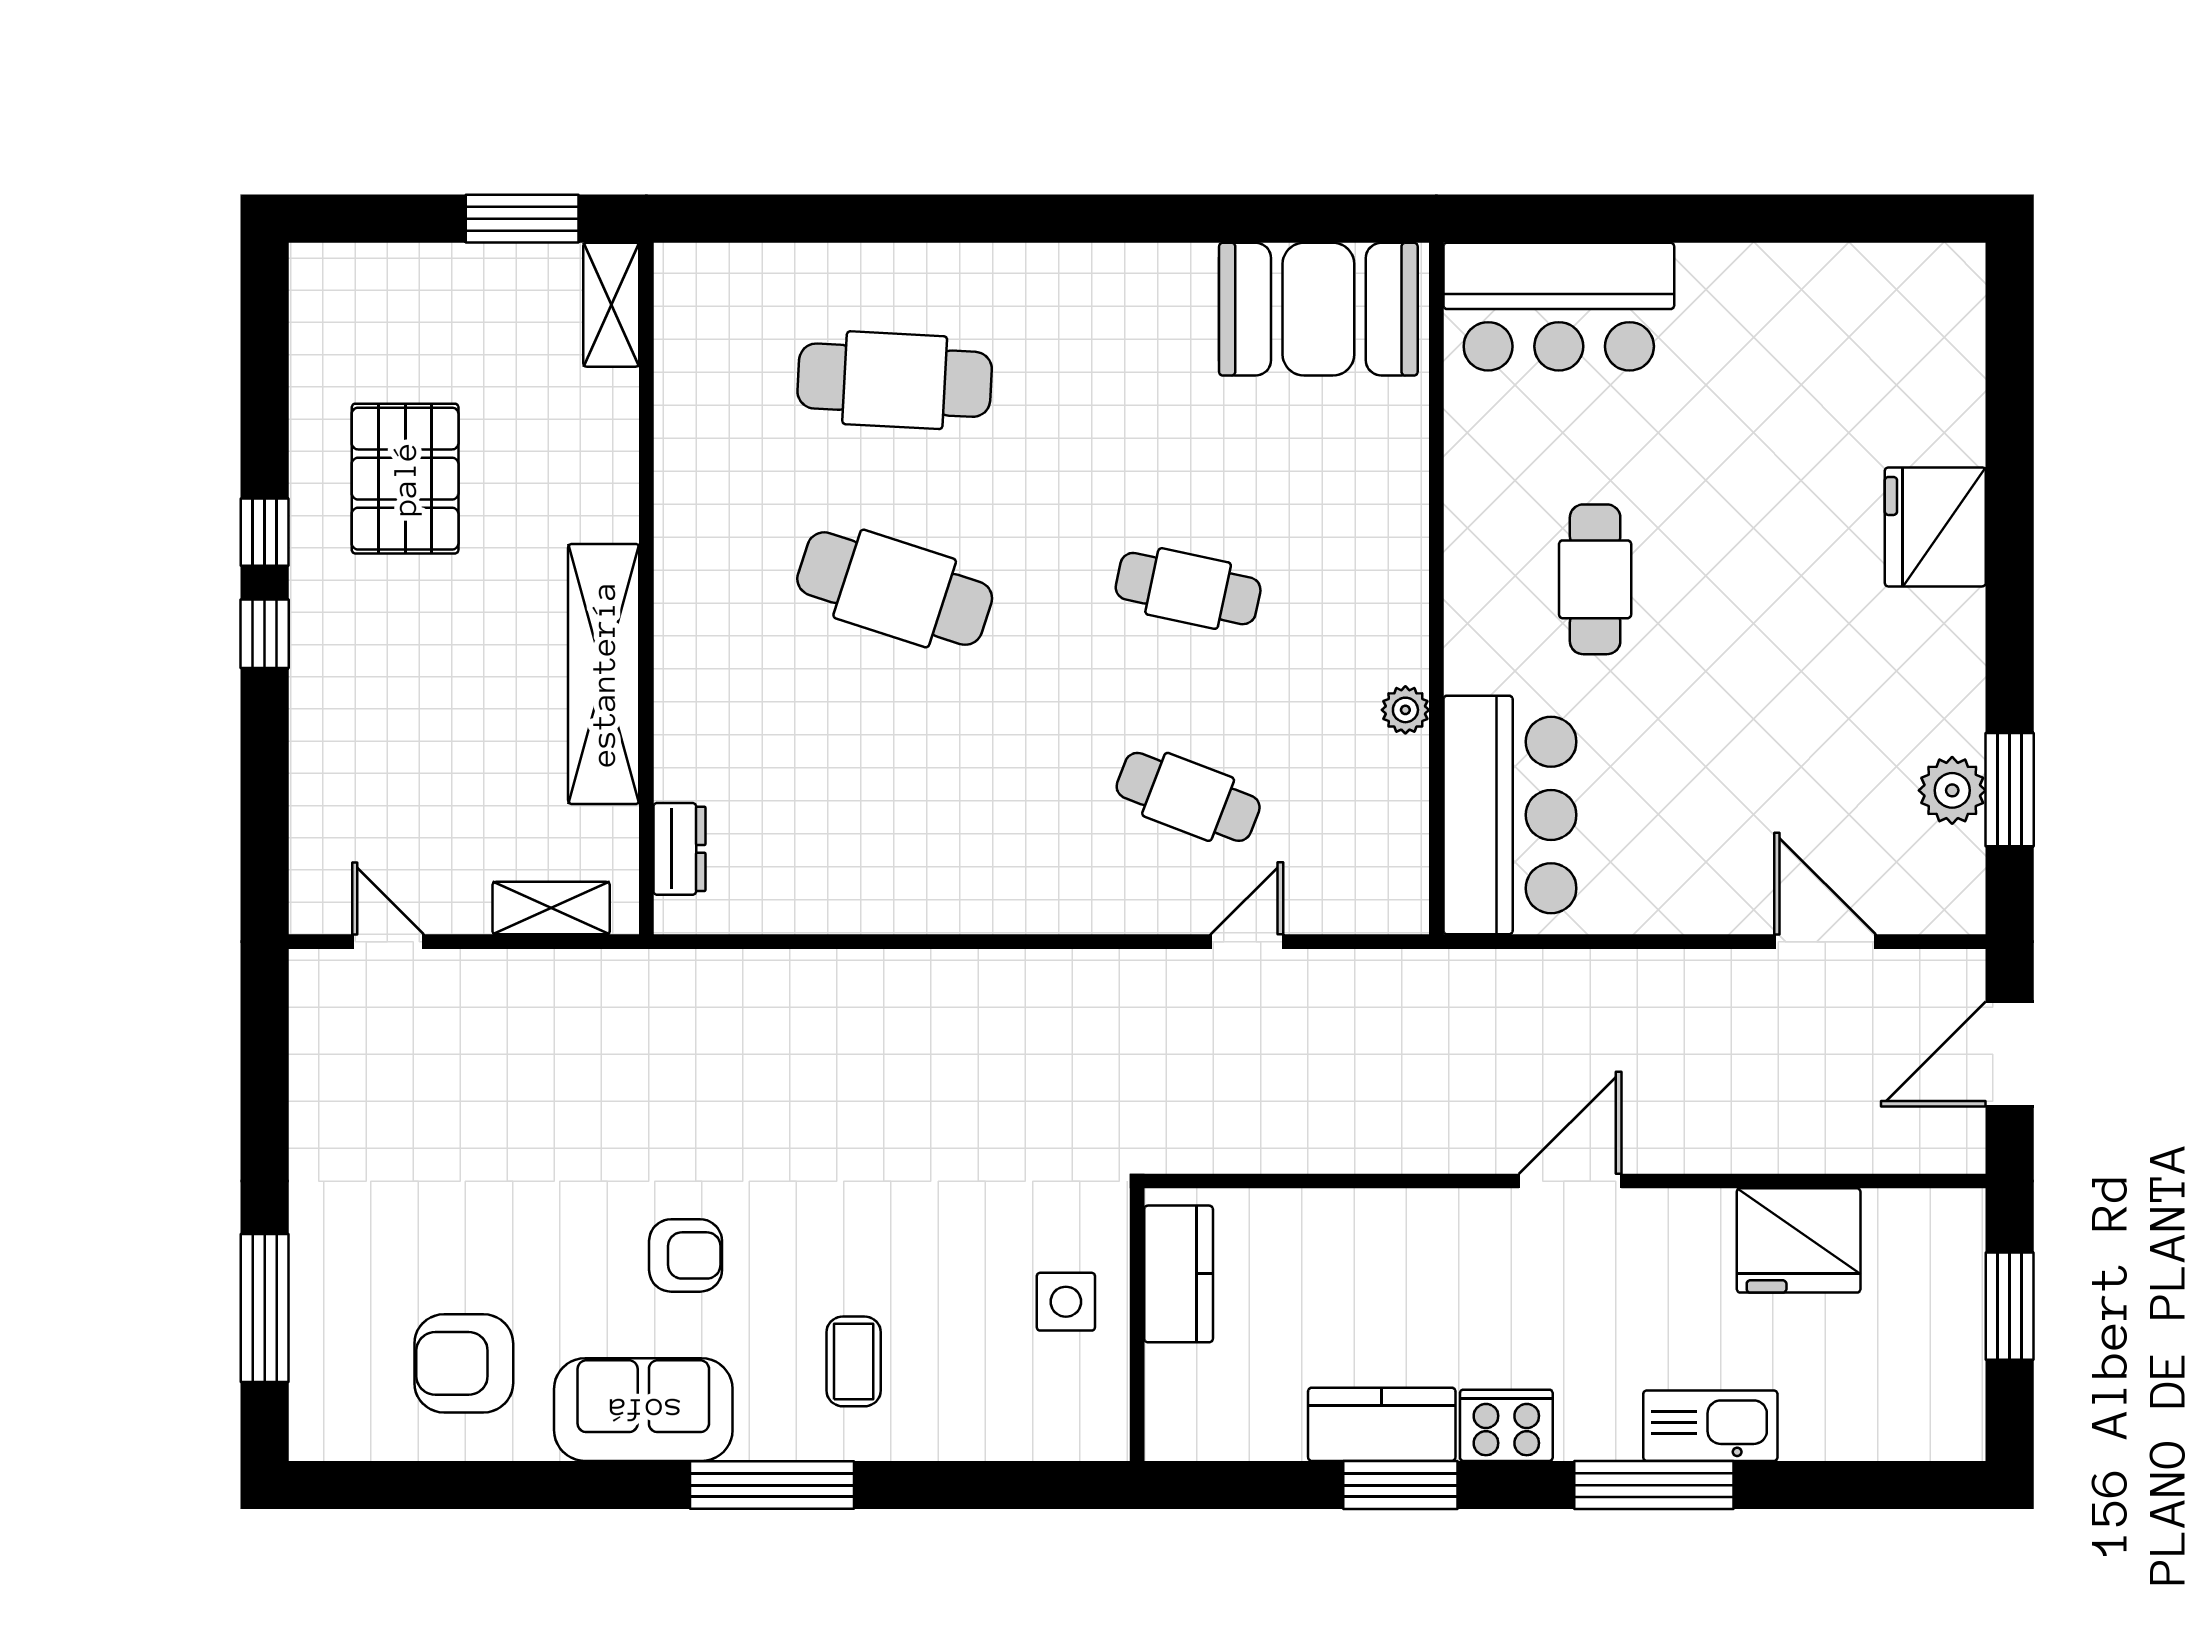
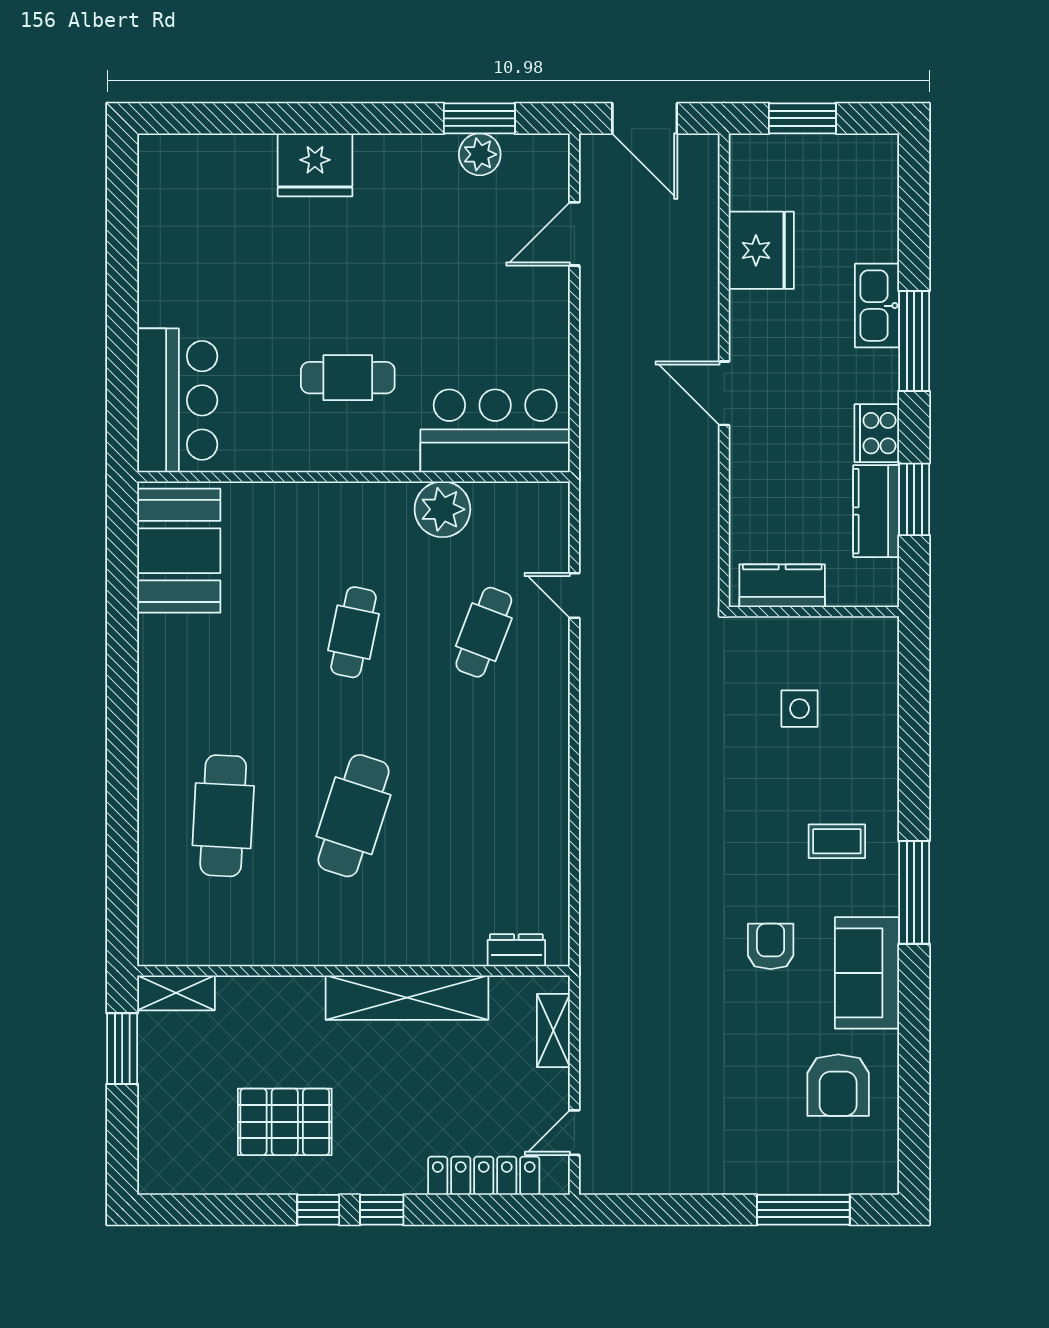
plant: (1405, 710) -> (442, 509), width x1.88, depth x1.88
locker: (319, 797) -> (484, 1176), added
kitchen counter: (1179, 1274) -> (782, 586), moved
wall: (1137, 1325) -> (814, 612), moved

